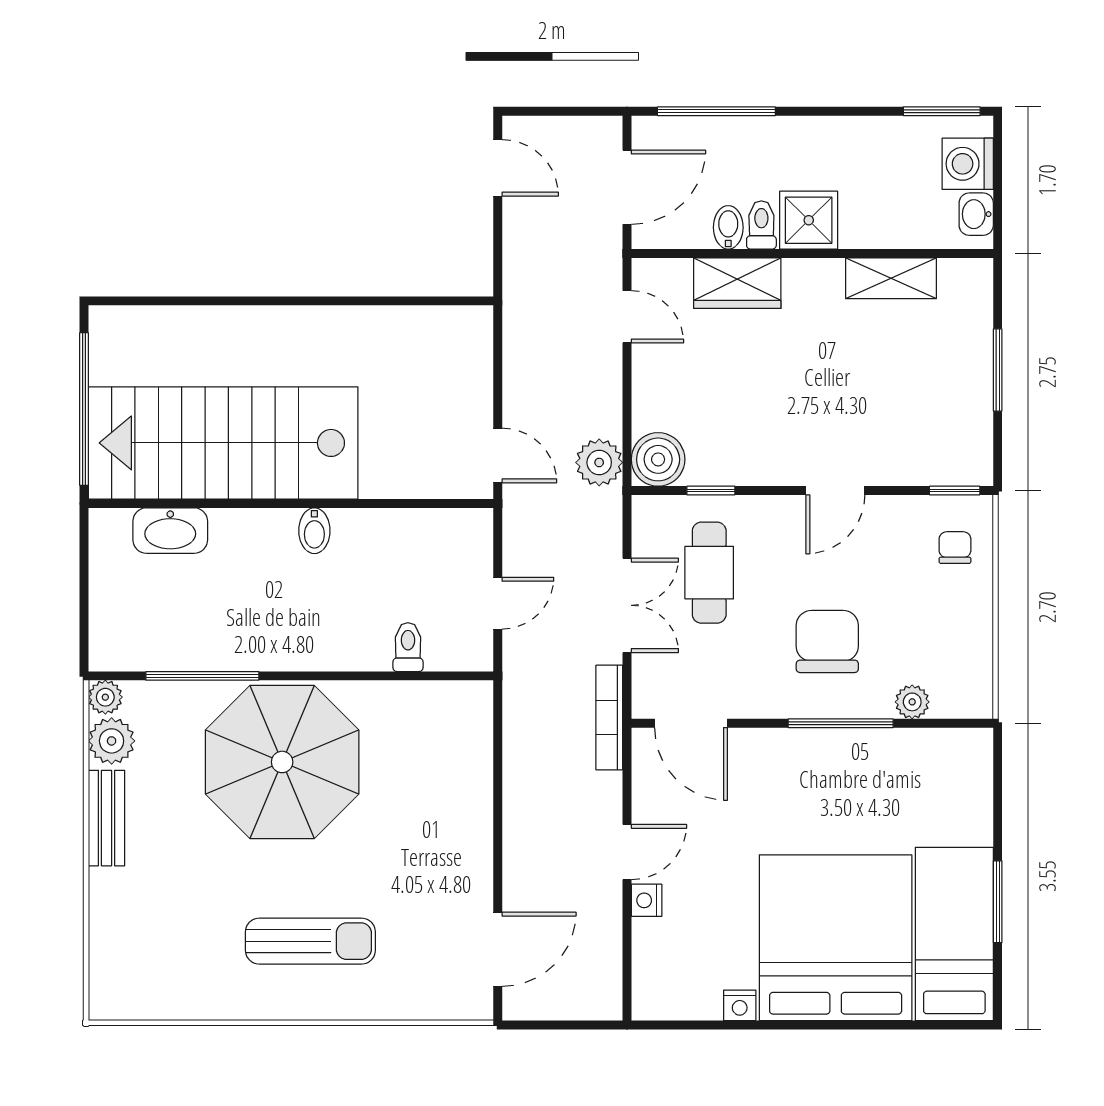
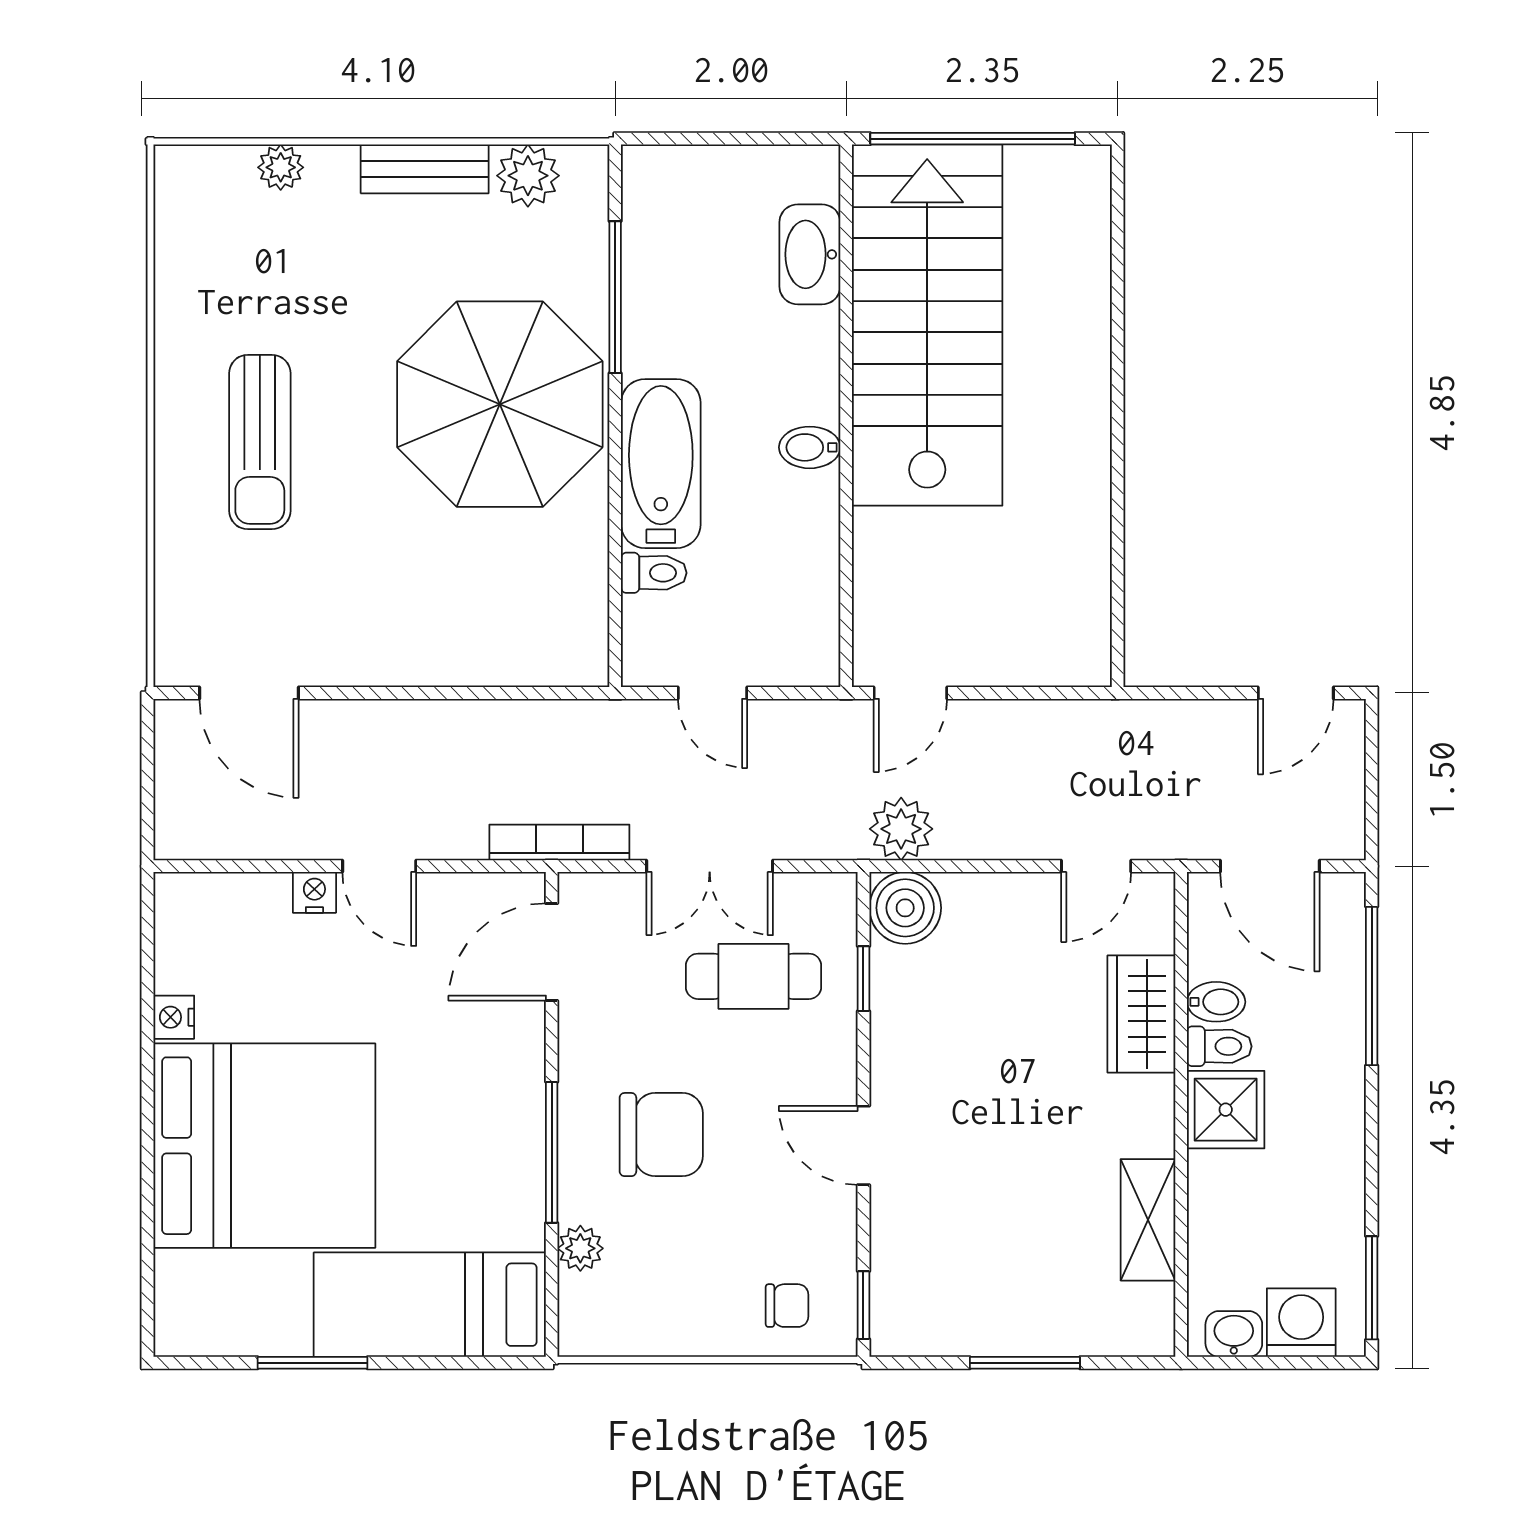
bathtub: (326, 642) -> (661, 464), added
plant: (105, 697) -> (281, 167), moved
bed: (954, 934) -> (430, 1305), moved, turned 180

